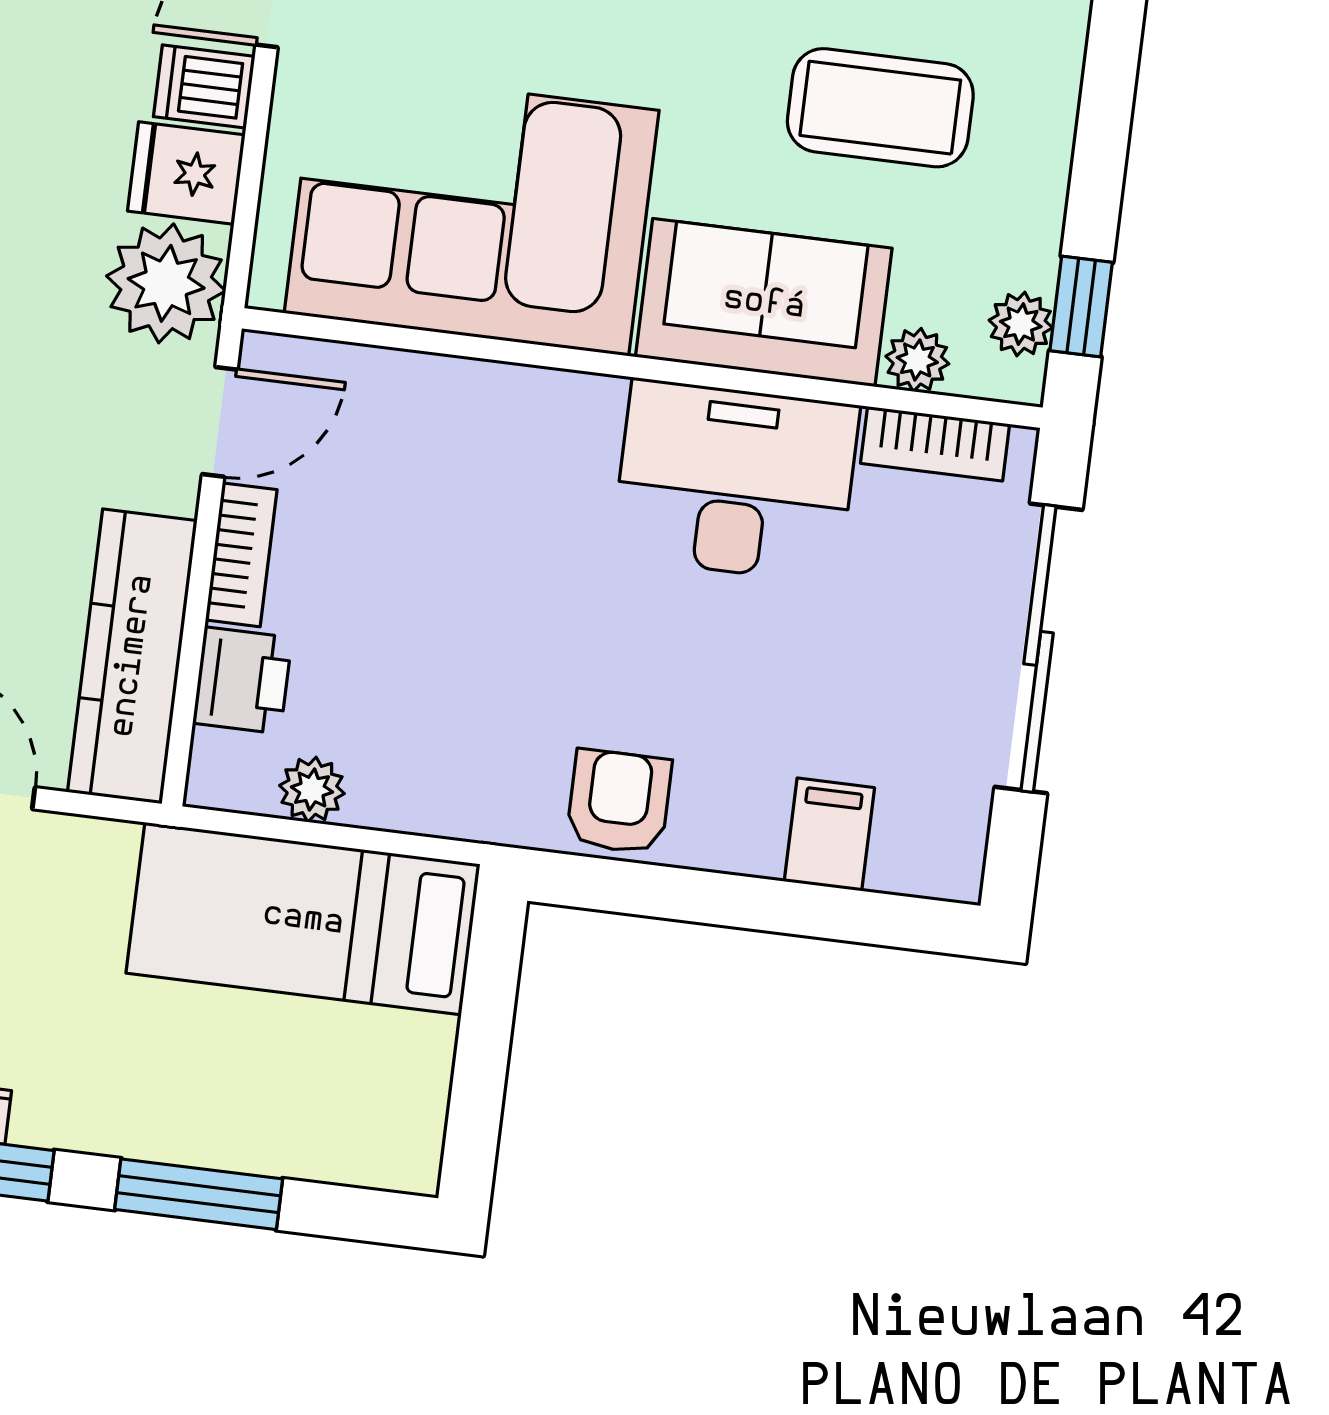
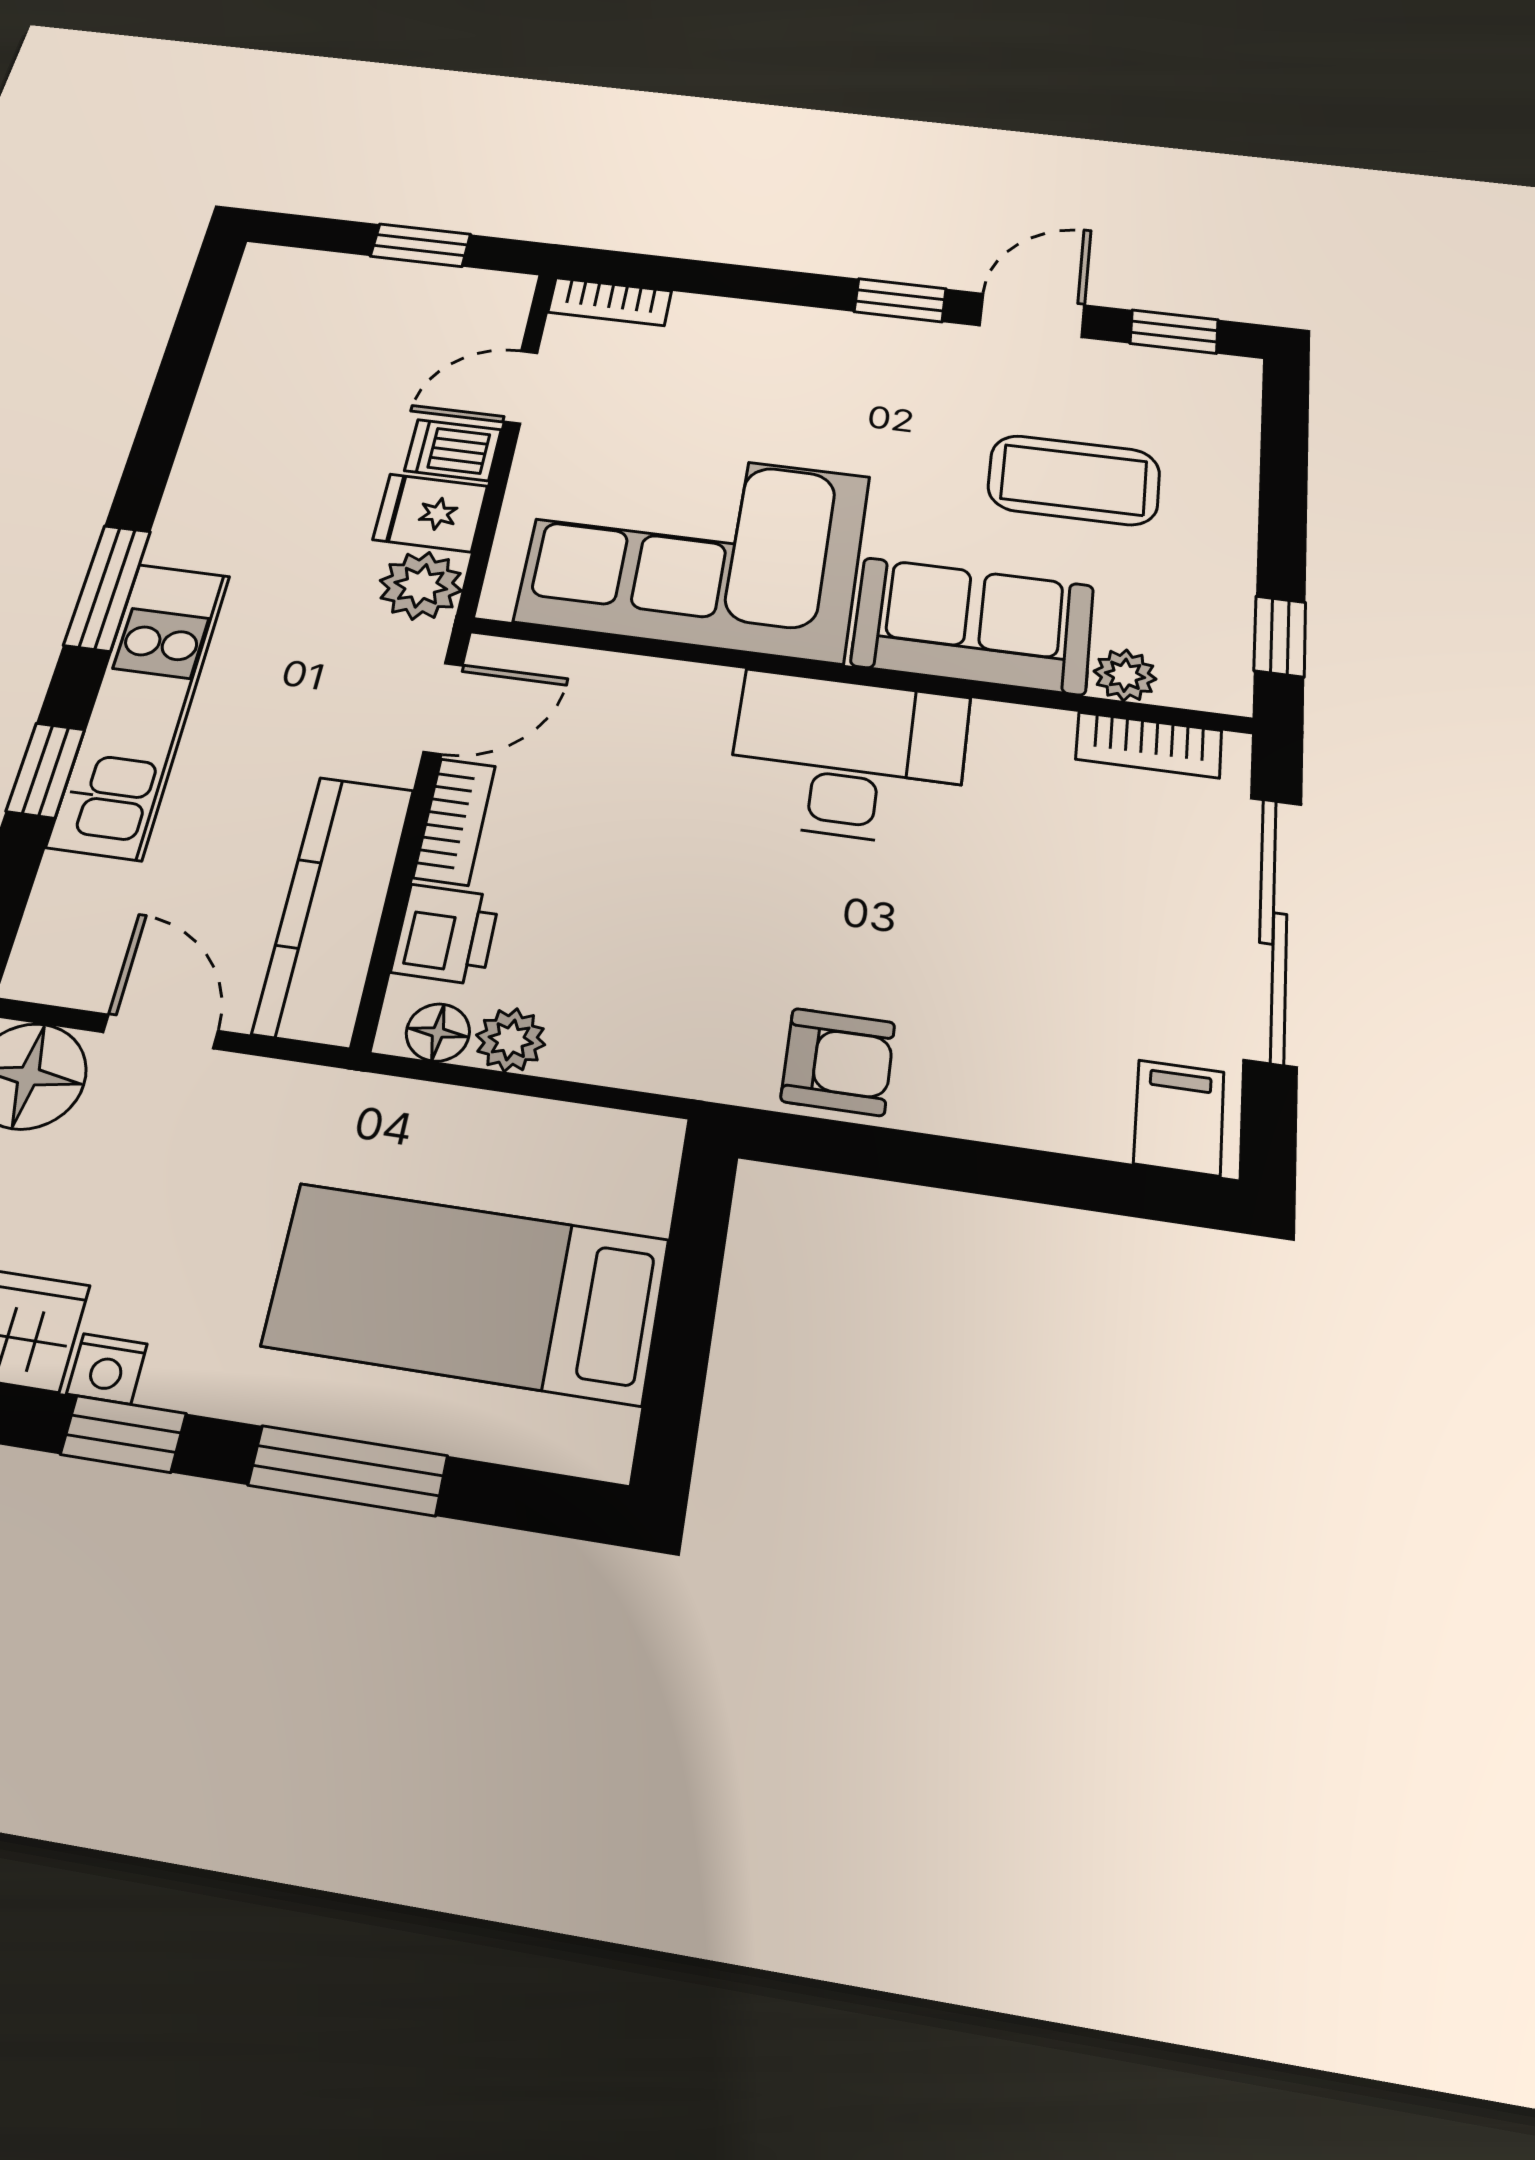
plant: (166, 283) -> (421, 586), width x0.73, depth x0.73
plant: (1021, 324) -> (1223, 649), removed
desk: (735, 481) -> (848, 758), moved
floor lamp: (243, 784) -> (438, 1033), added
armchair: (619, 802) -> (838, 1062), turned 90
filing cabinet: (829, 834) -> (1179, 1118), moved
bed: (303, 919) -> (467, 1292), moved

